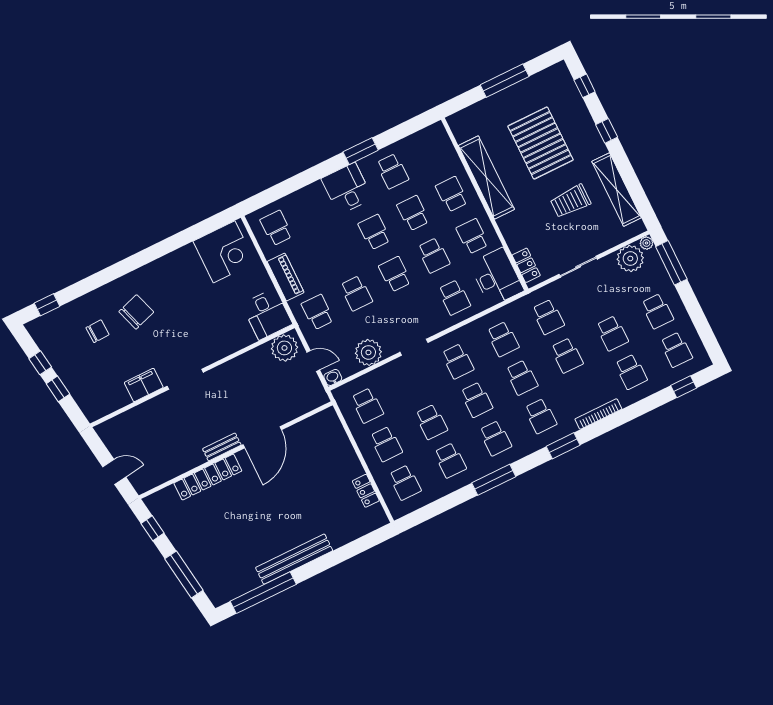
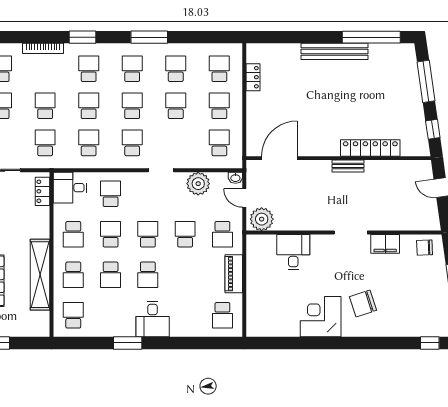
school desk: (392, 171) -> (73, 315), moved
corner desk: (224, 252) -> (321, 317), moved
school desk: (395, 274) -> (148, 234), turned 180
desk: (497, 277) -> (70, 188), width x0.73
desk: (267, 314) -> (293, 252), moved
chair: (98, 331) -> (425, 248), moved
door: (262, 437) -> (279, 158), moved

